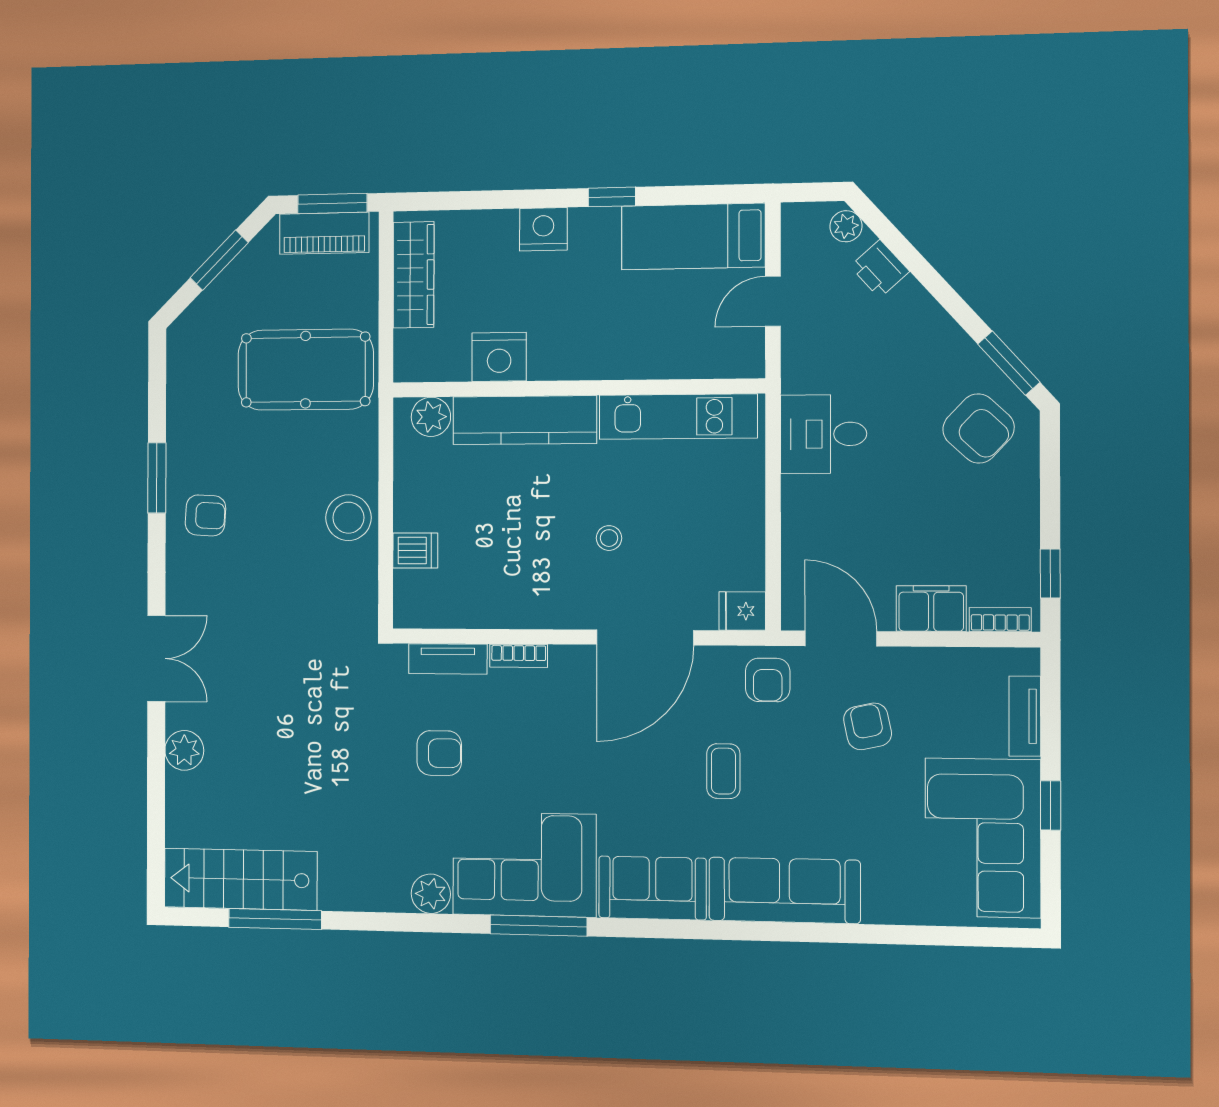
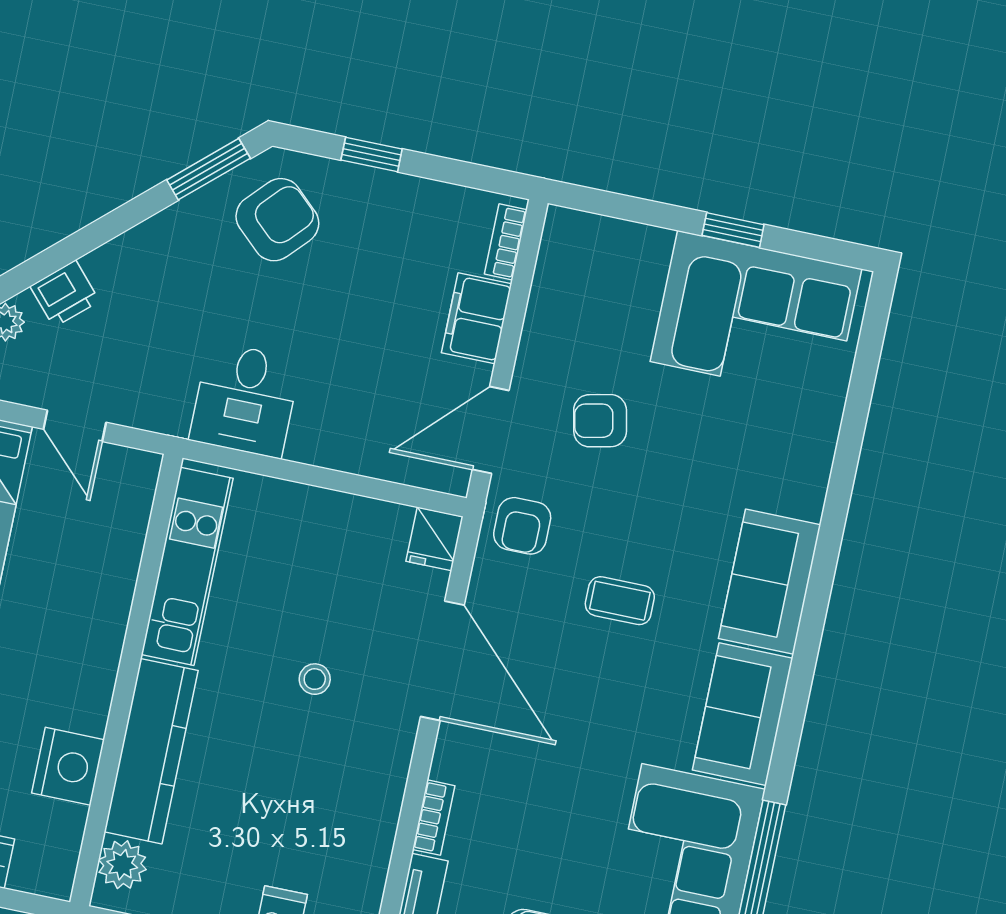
window: (1050, 573) -> (372, 155), moved
armchair: (768, 680) -> (522, 526), turned 90
tv unit: (1025, 716) -> (624, 238), removed
sofa: (784, 890) -> (770, 582), width x0.73

